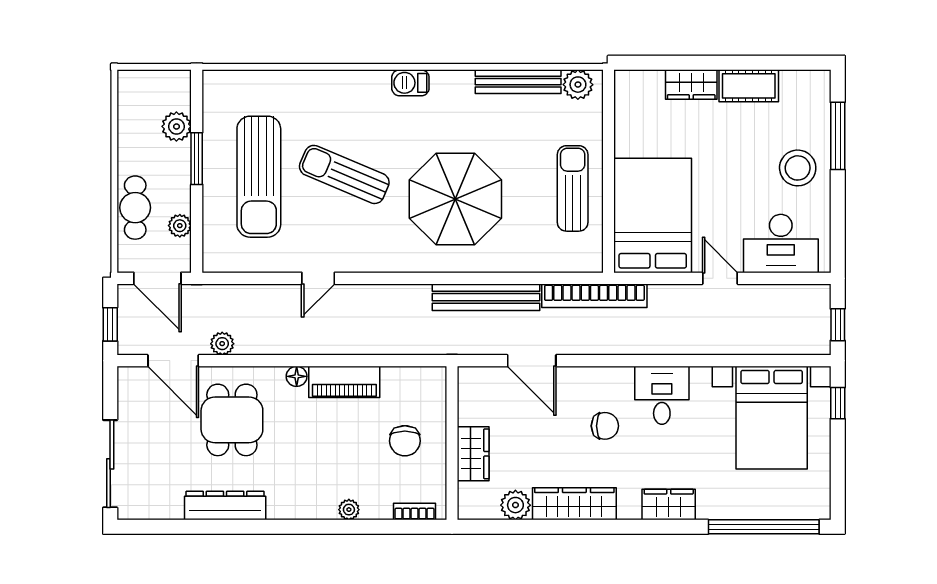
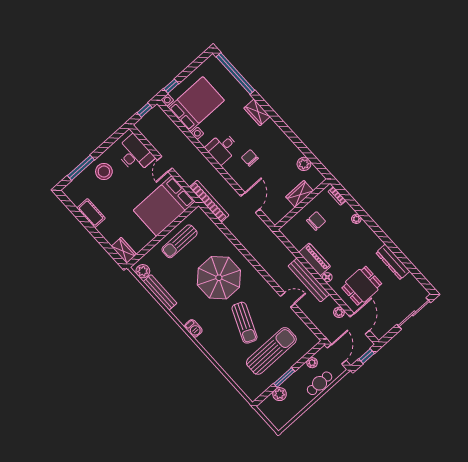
wardrobe: (691, 85) -> (124, 250), moved
bench: (486, 297) -> (309, 280), moved
wardrobe: (574, 504) -> (286, 144), removed

